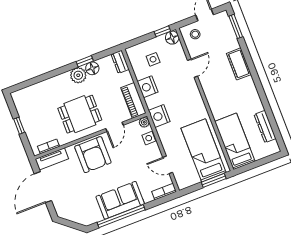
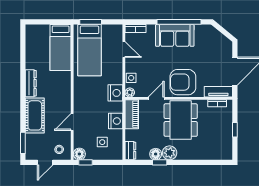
cot: (239, 64) -> (35, 115), width x1.37, depth x1.34
dining table: (80, 114) -> (181, 120), width x1.38
dresser: (265, 127) -> (31, 83), moved
armchair: (93, 155) -> (183, 82), turned -90

